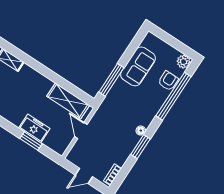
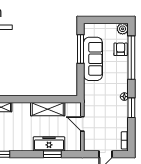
sofa: (138, 66) -> (93, 59), width x1.36
window: (111, 80) -> (81, 49), moved
shelving: (68, 101) -> (48, 109), moved
freezer: (34, 128) -> (49, 144), width x1.40

